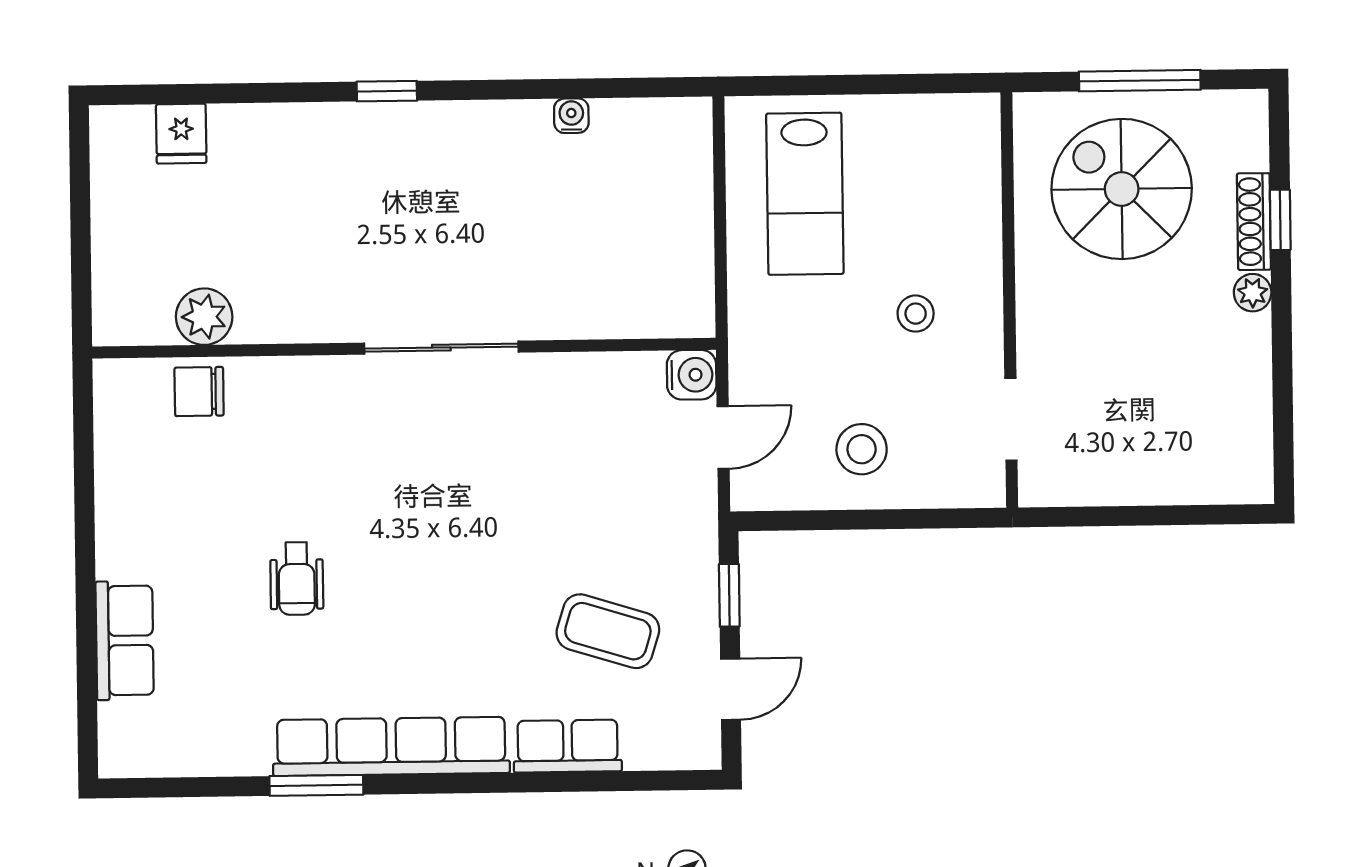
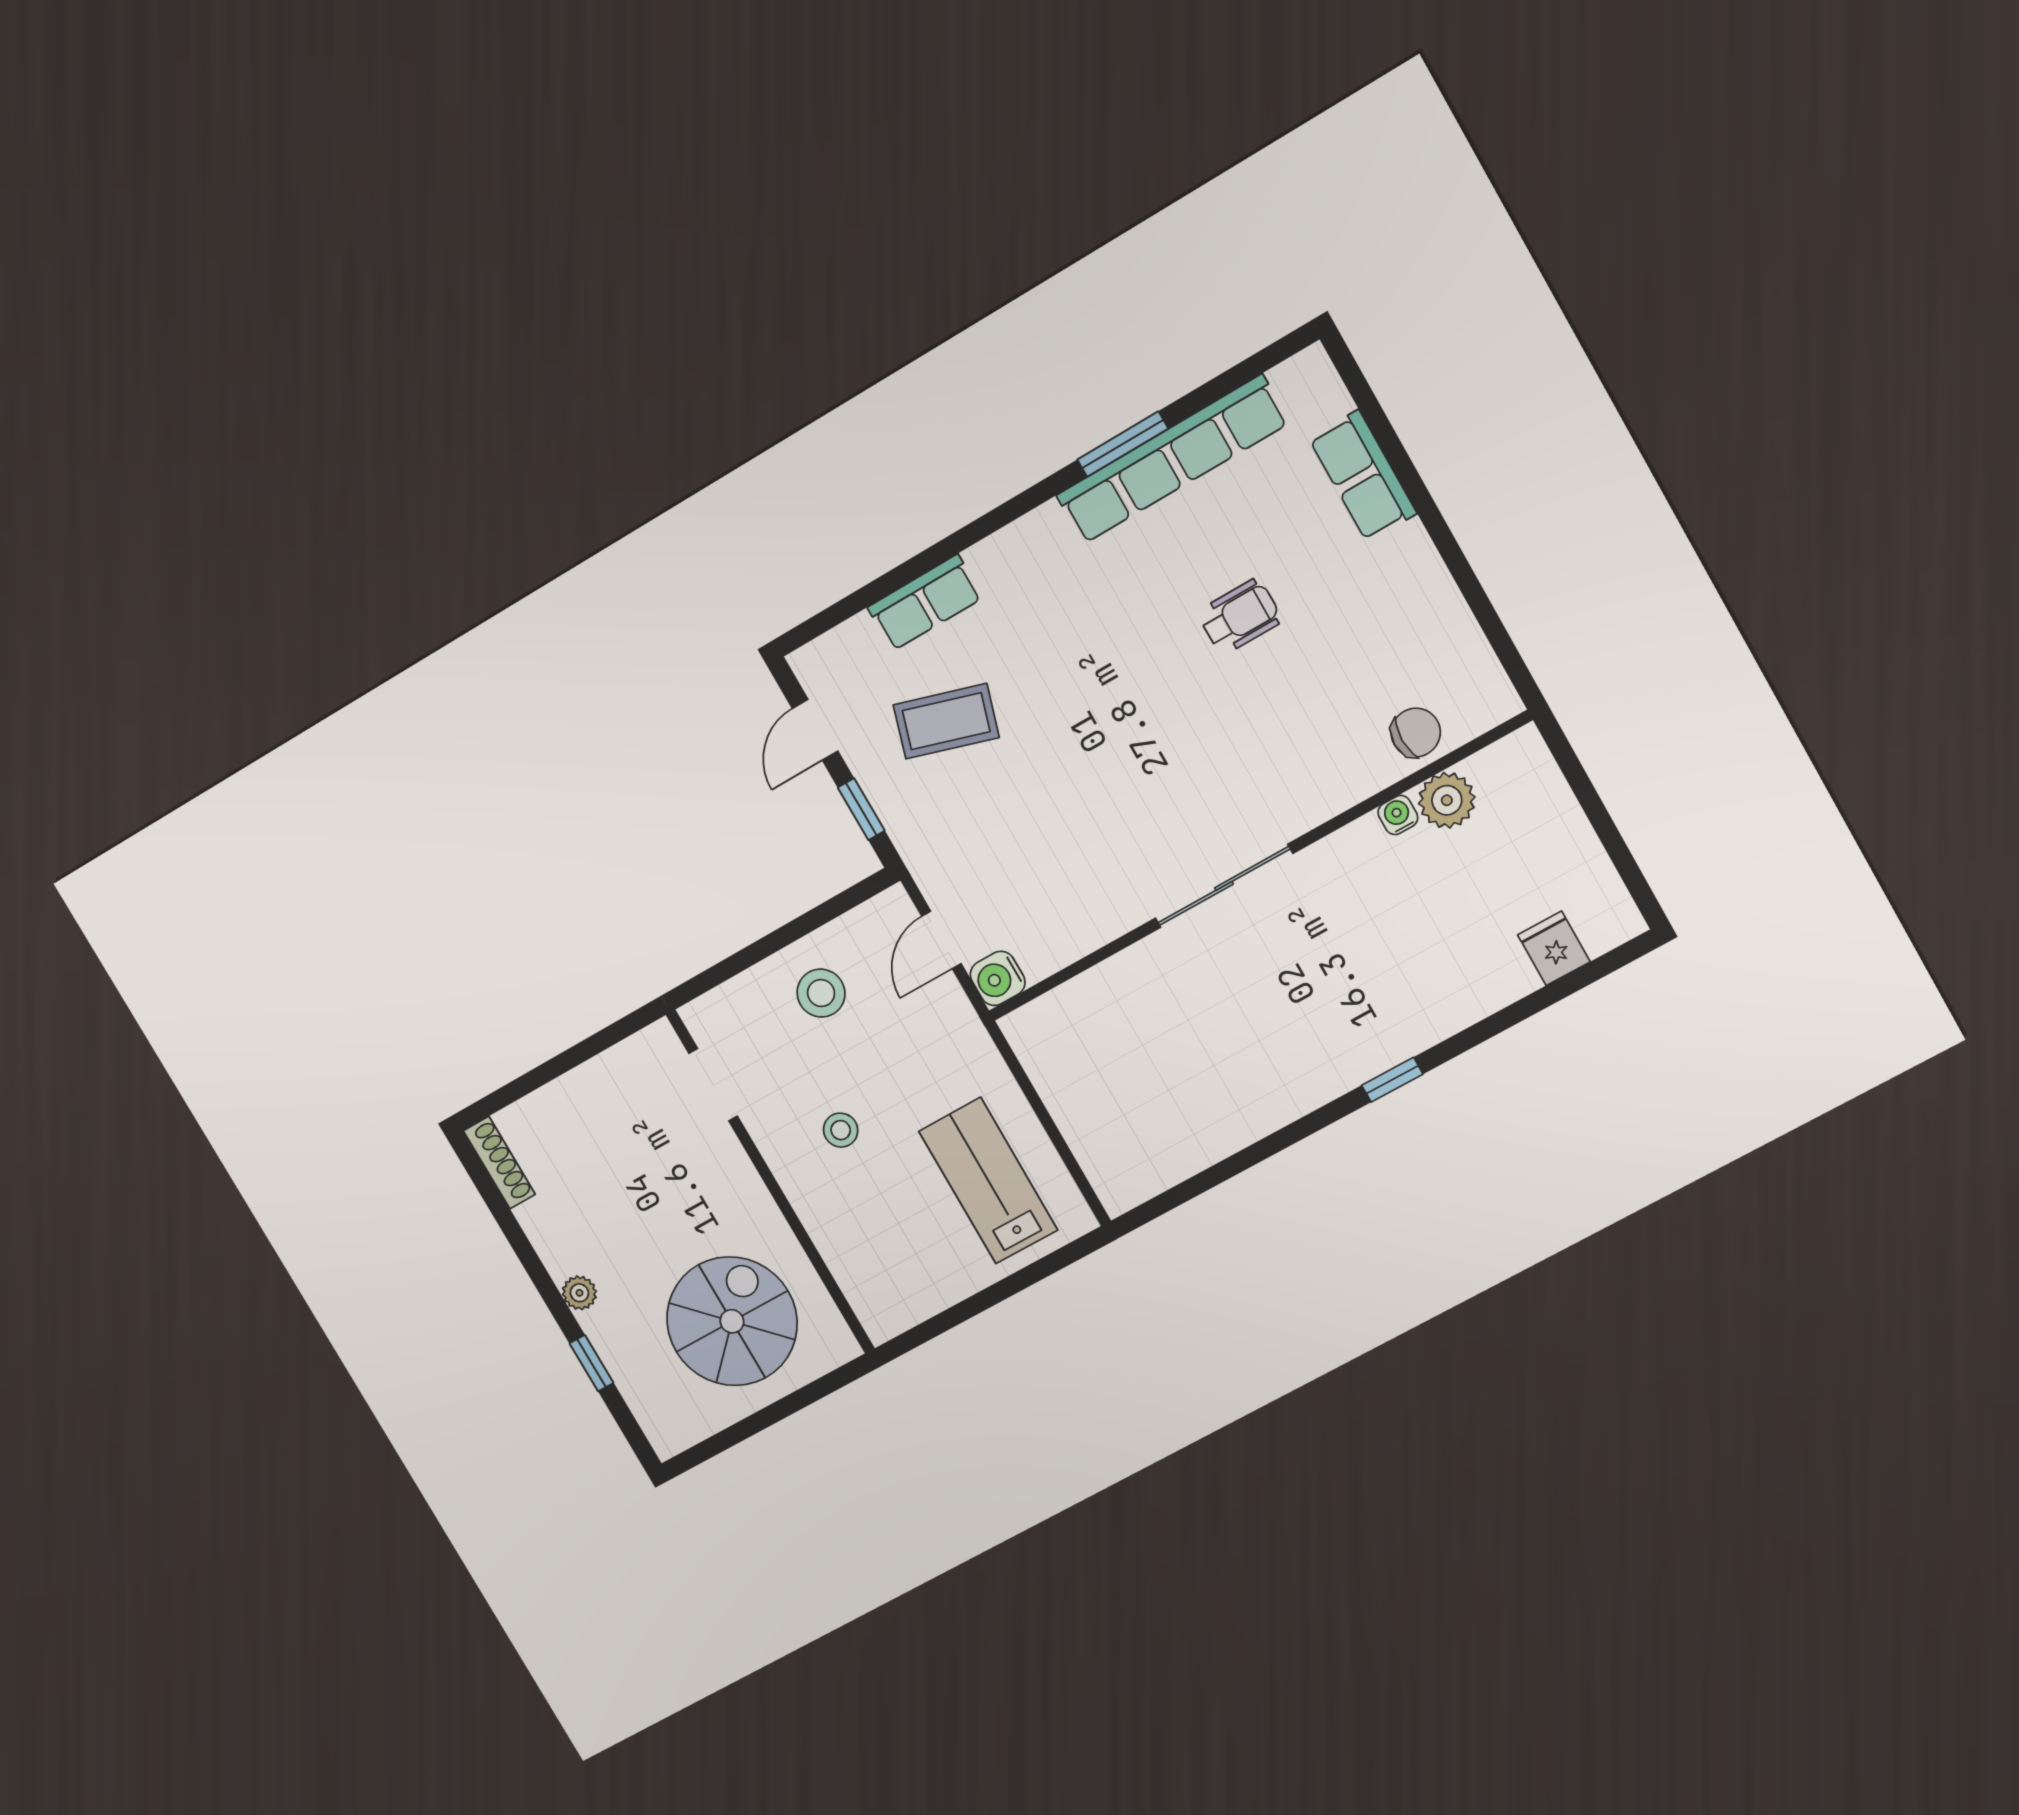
window: (1140, 81) -> (768, 1417), removed
water cooler: (571, 116) -> (1398, 815), moved, turned 180
spiral stairs: (1122, 189) -> (732, 1321), turned -90
shoe rack: (1254, 222) -> (499, 1163), moved
wheelchair: (297, 578) -> (1240, 616), turned 90
row of seats: (391, 746) -> (1172, 459), moved

